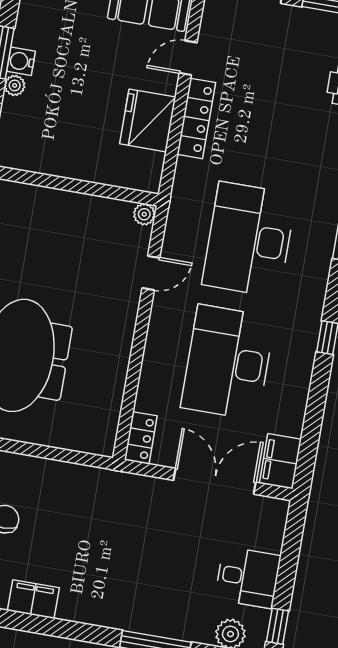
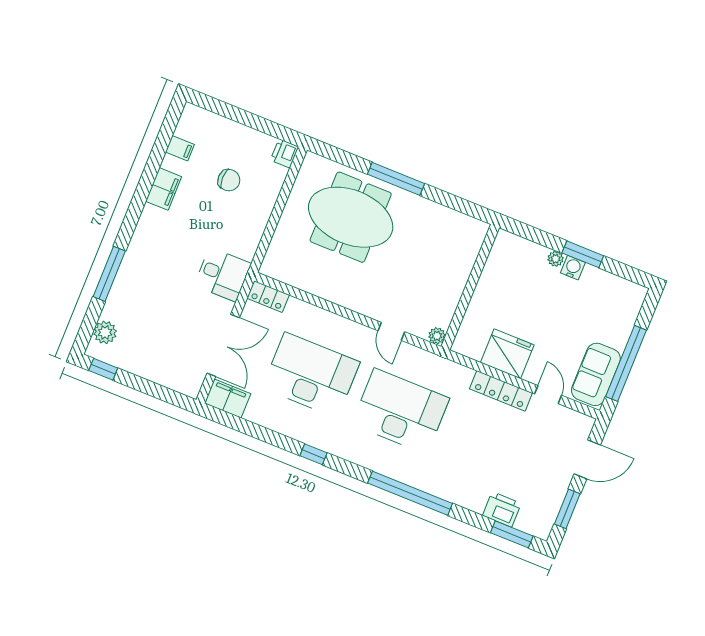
desk: (248, 577) -> (223, 274), moved, turned -90

